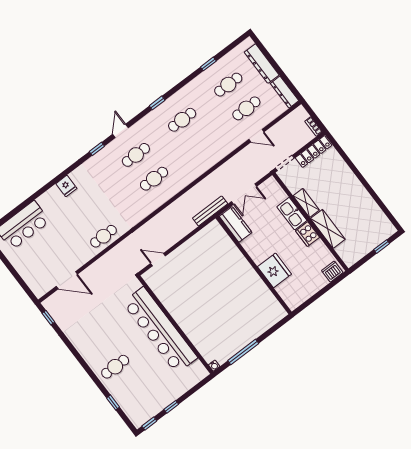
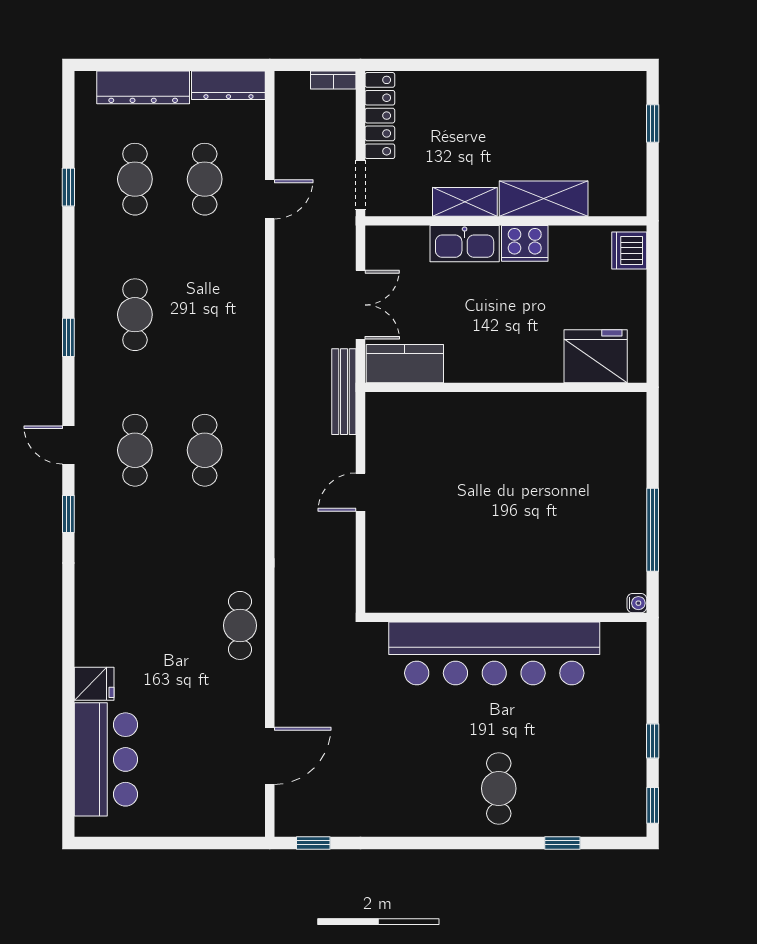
fridge: (66, 186) -> (94, 684), moved
door: (158, 260) -> (361, 492), moved
fridge: (275, 270) -> (596, 356), moved

